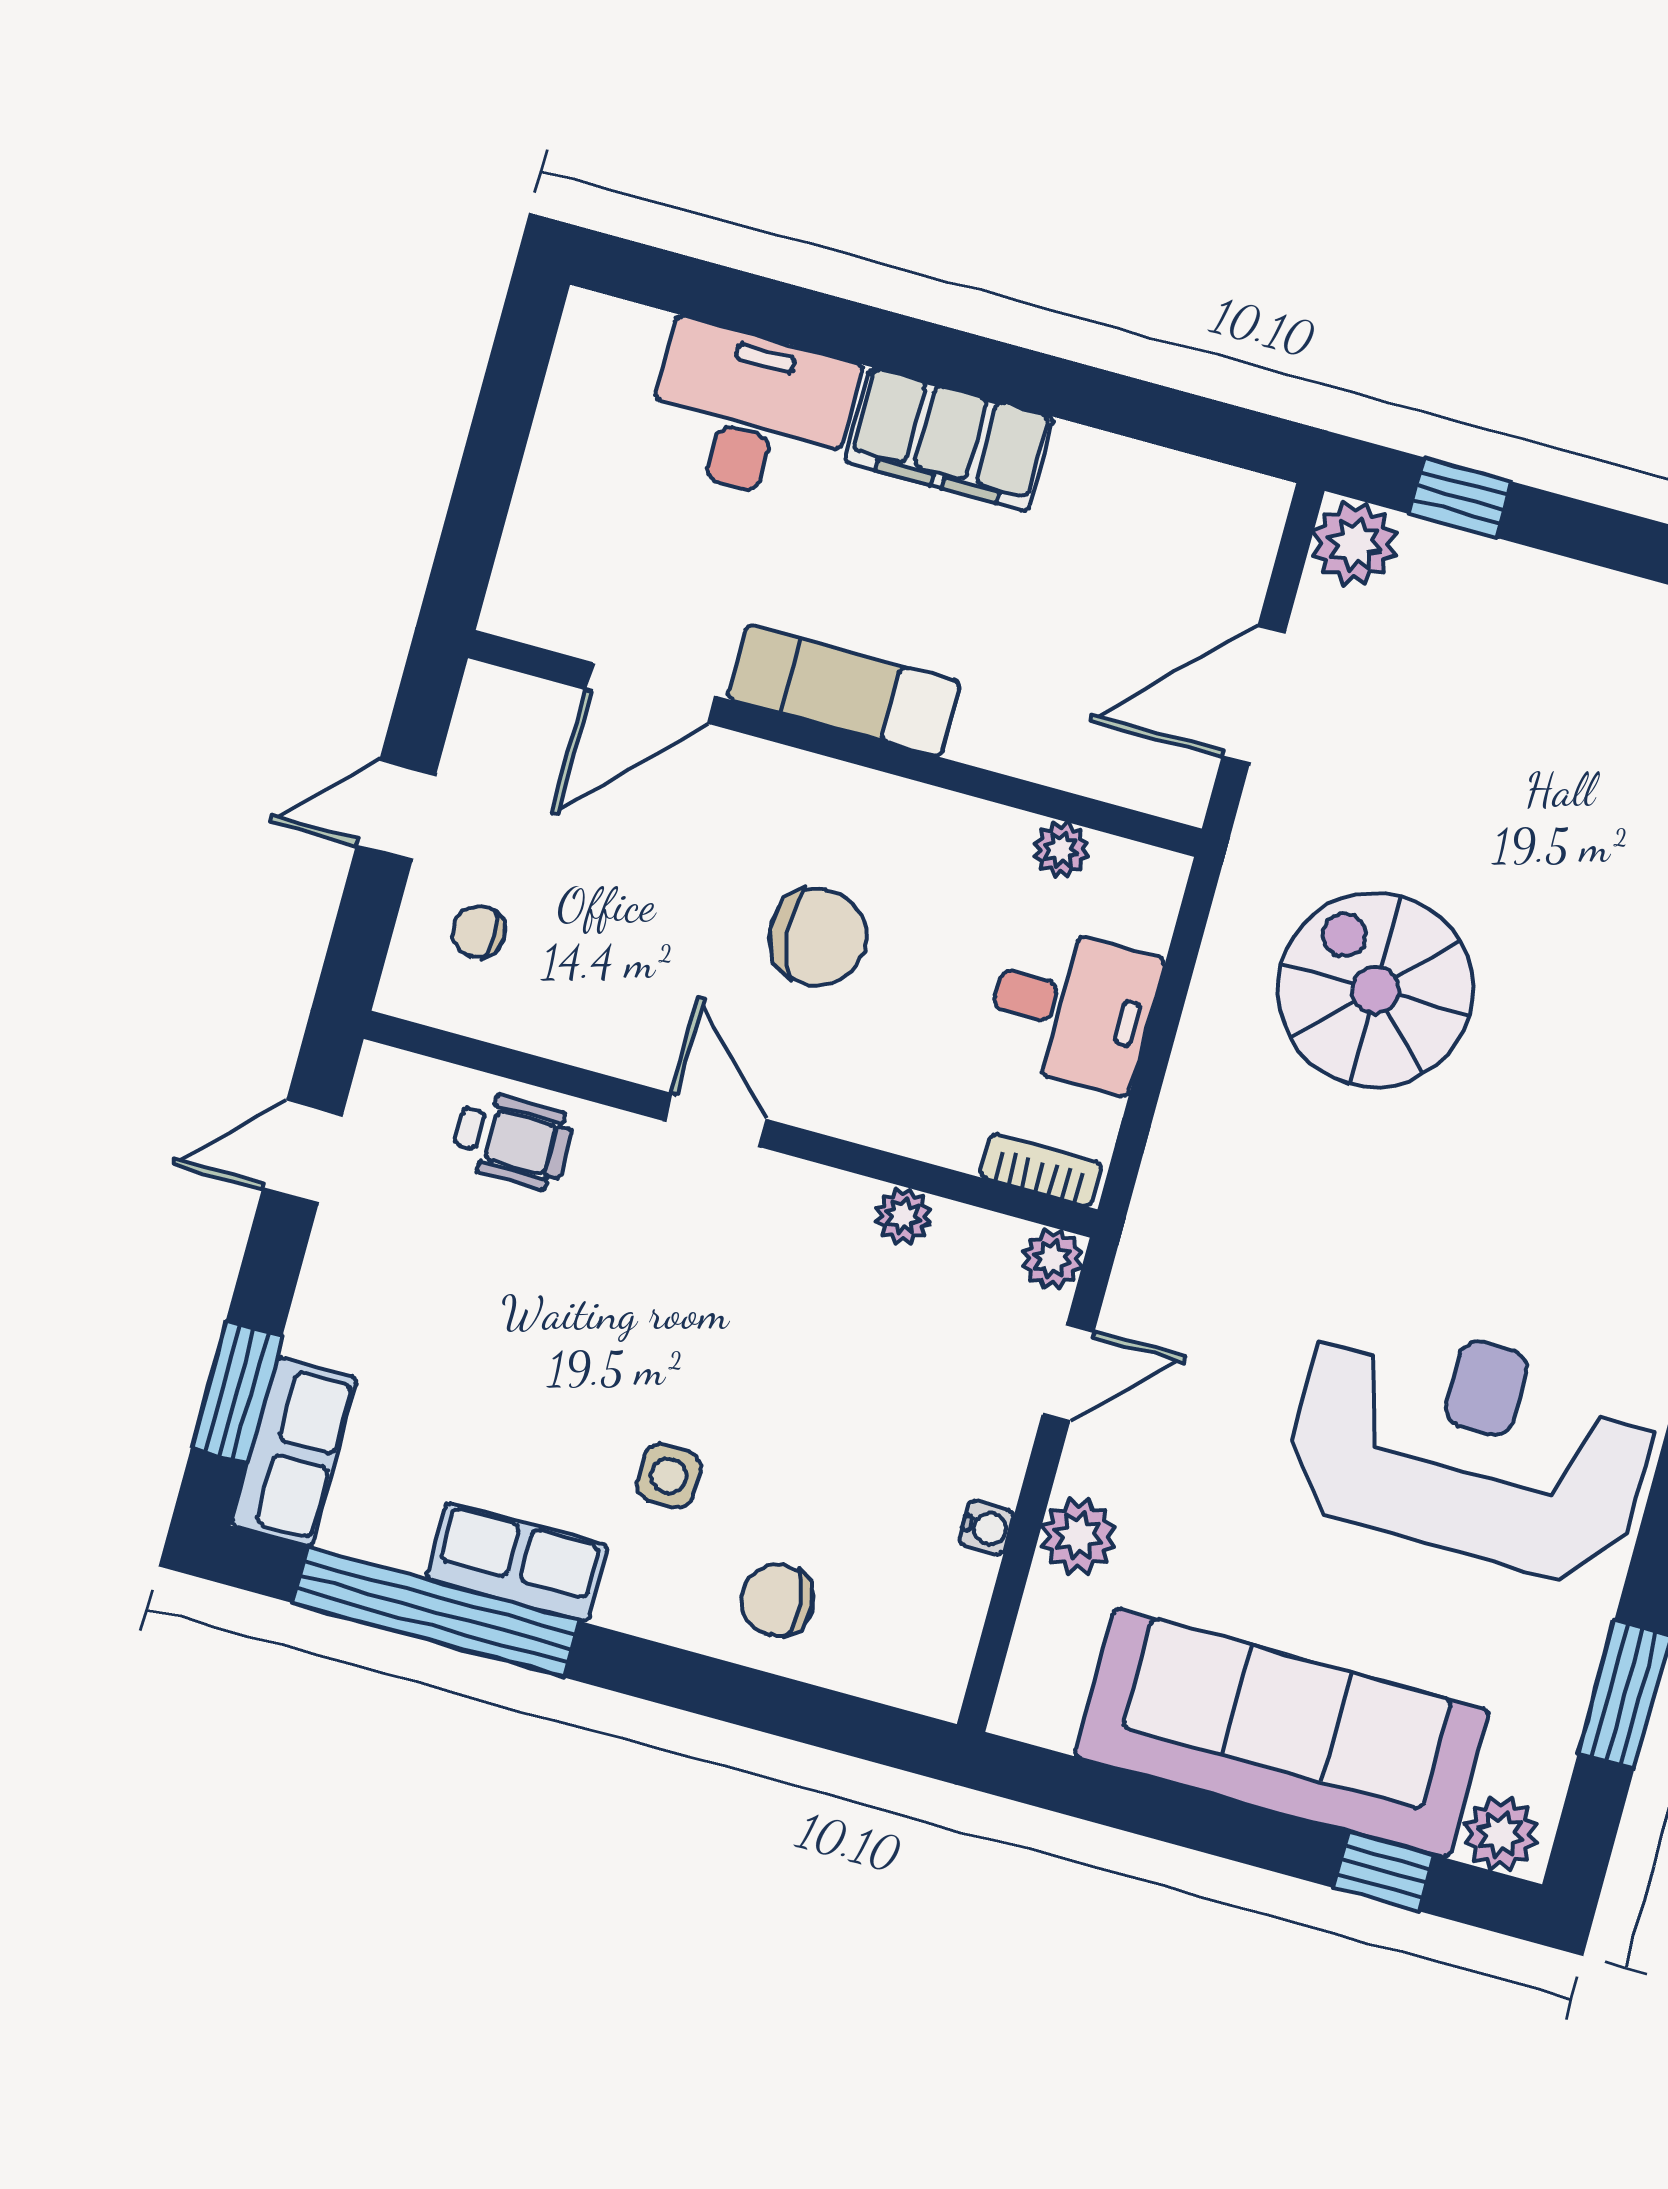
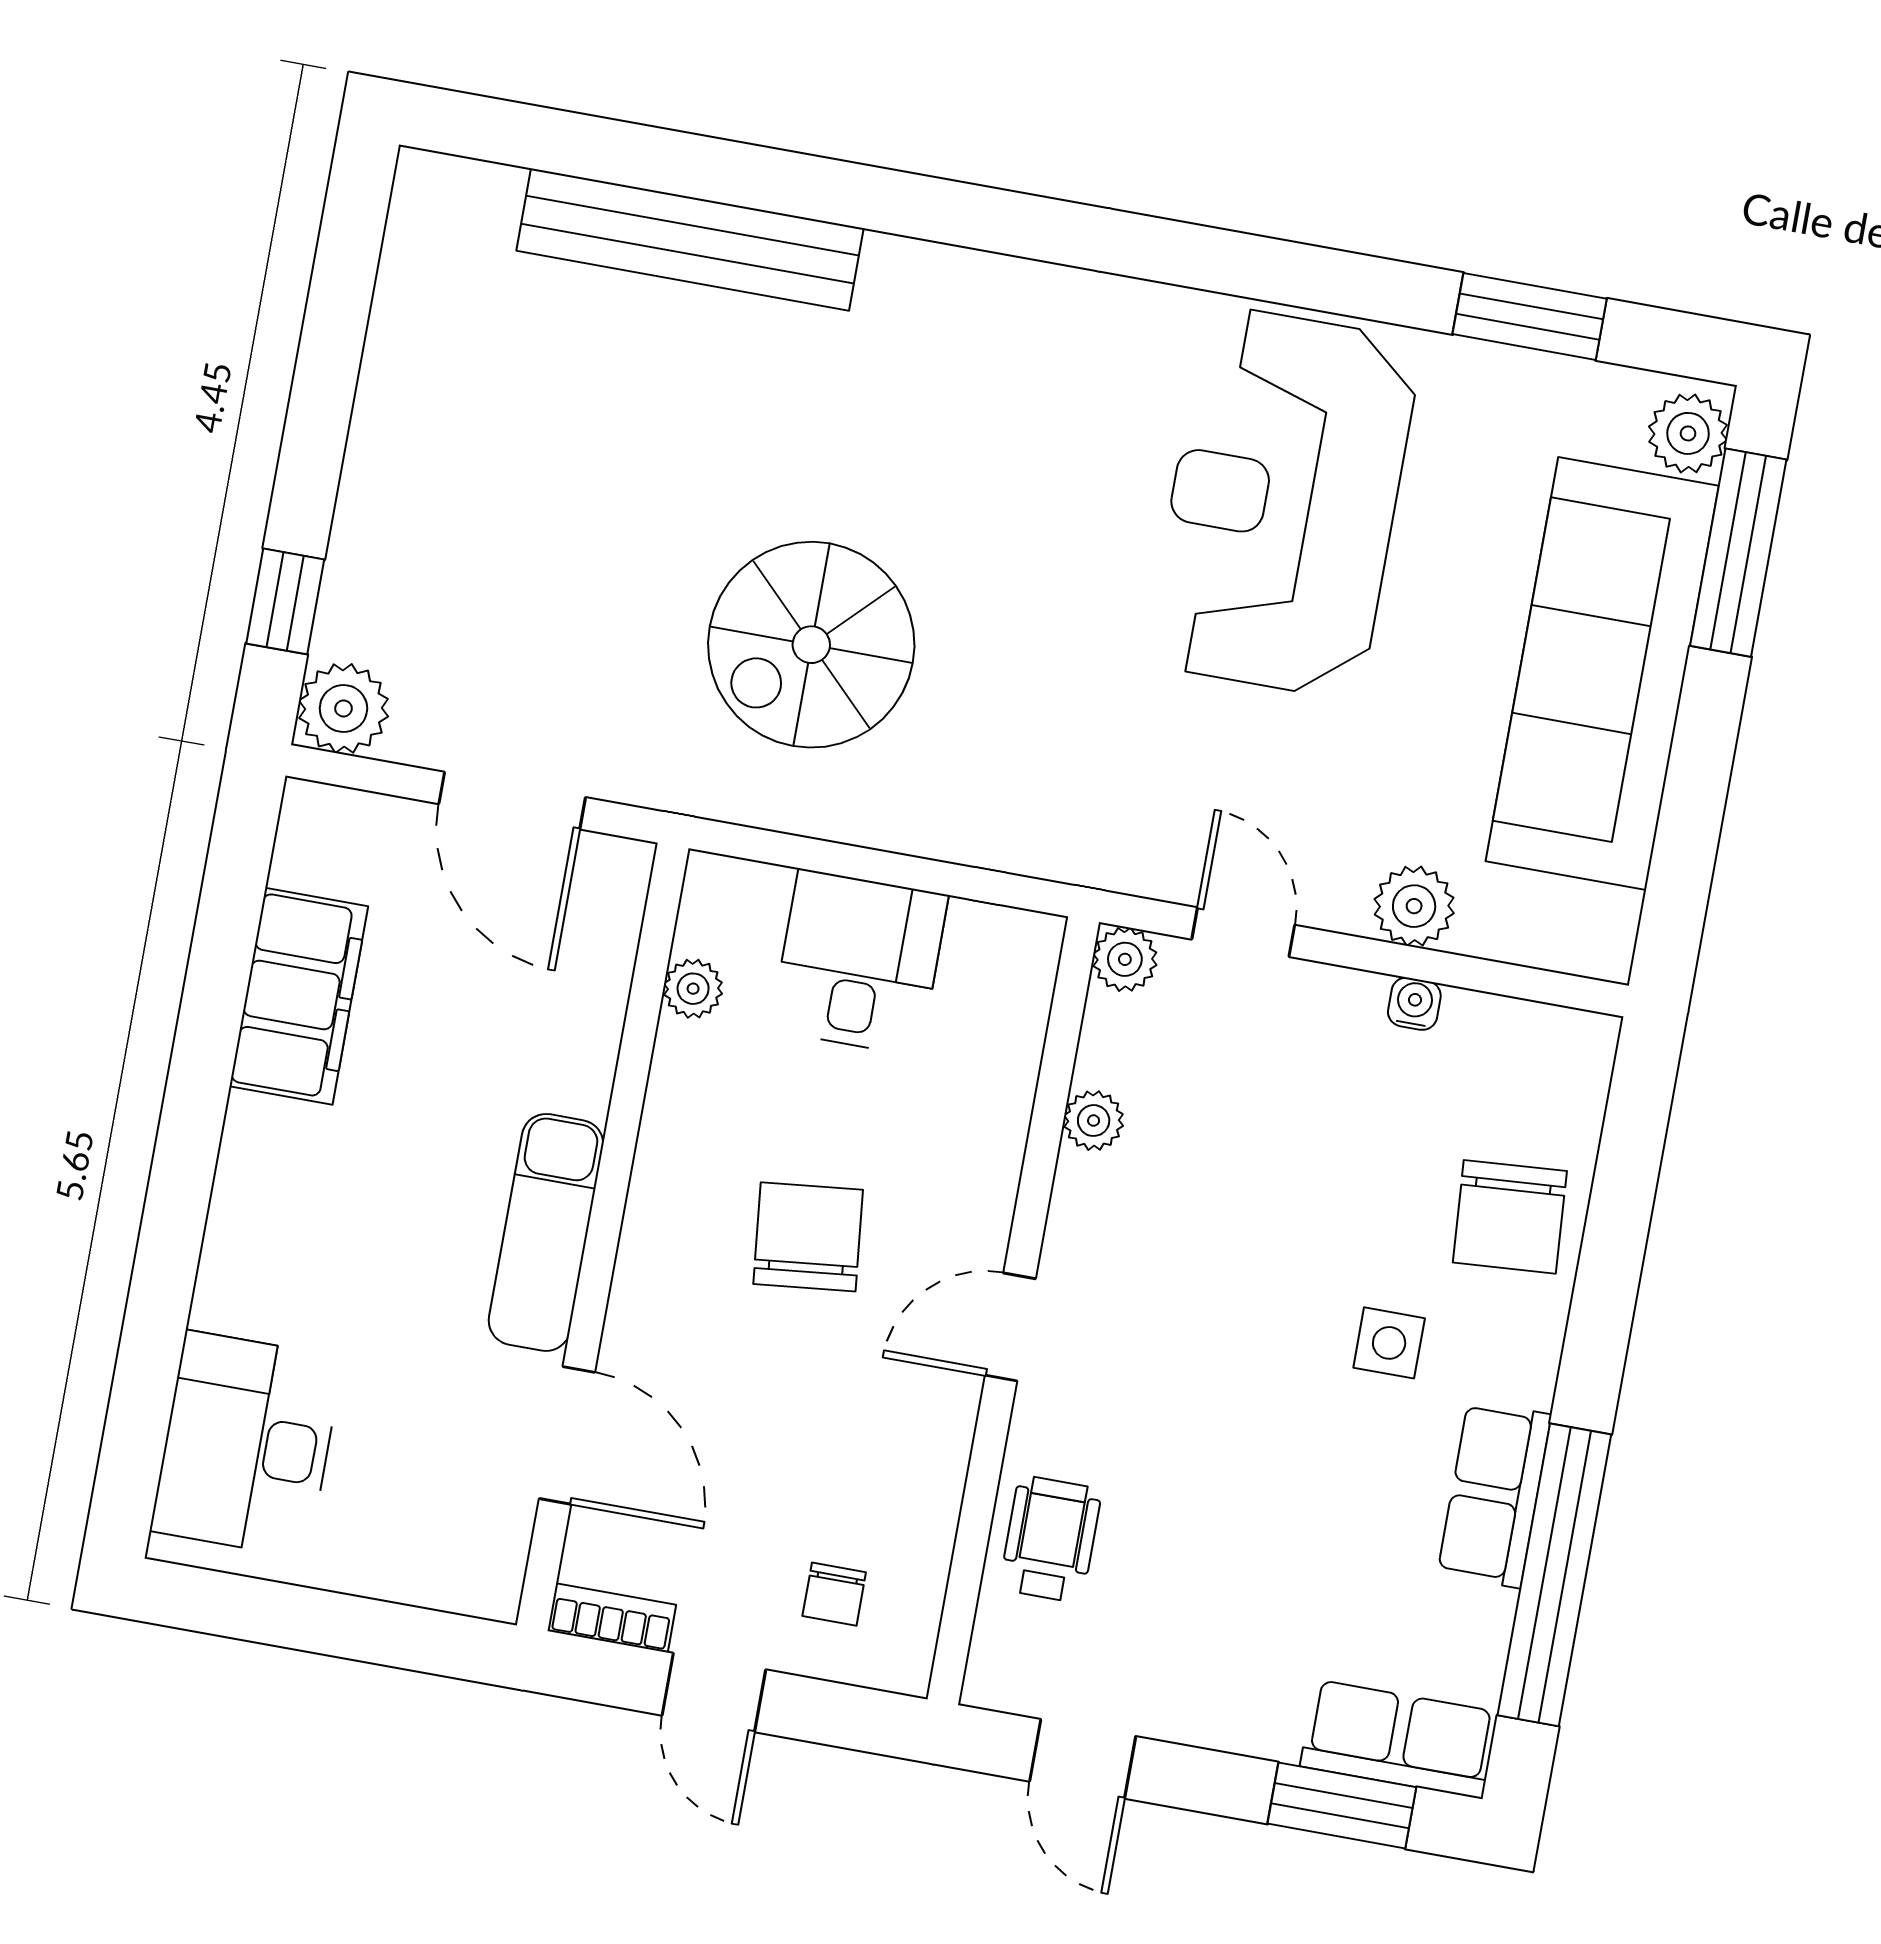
desk: (751, 413) -> (247, 1444), moved
filing cabinet: (949, 439) -> (299, 996), moved
bookcase: (1041, 1170) -> (612, 1618), moved, turned 90
chair: (777, 1600) -> (1510, 1217), width x1.37, depth x1.37
window: (1384, 1871) -> (1738, 553), width x2.17

